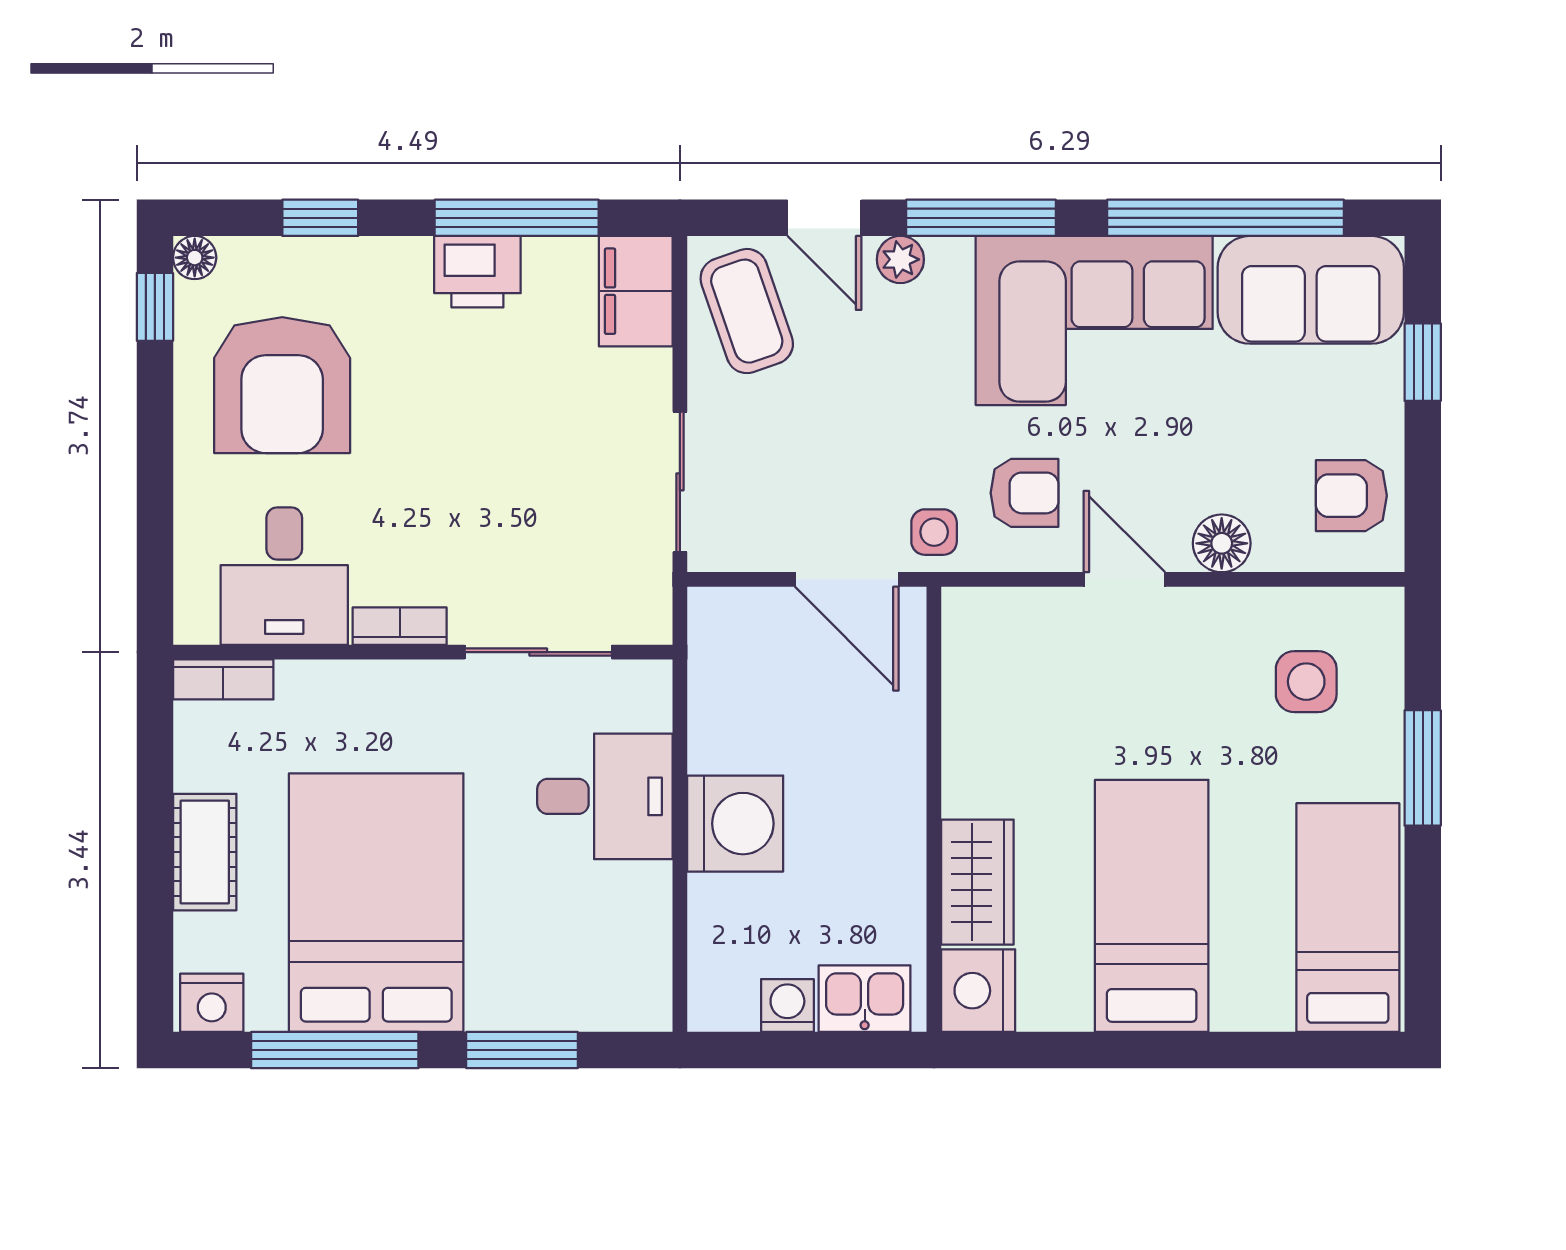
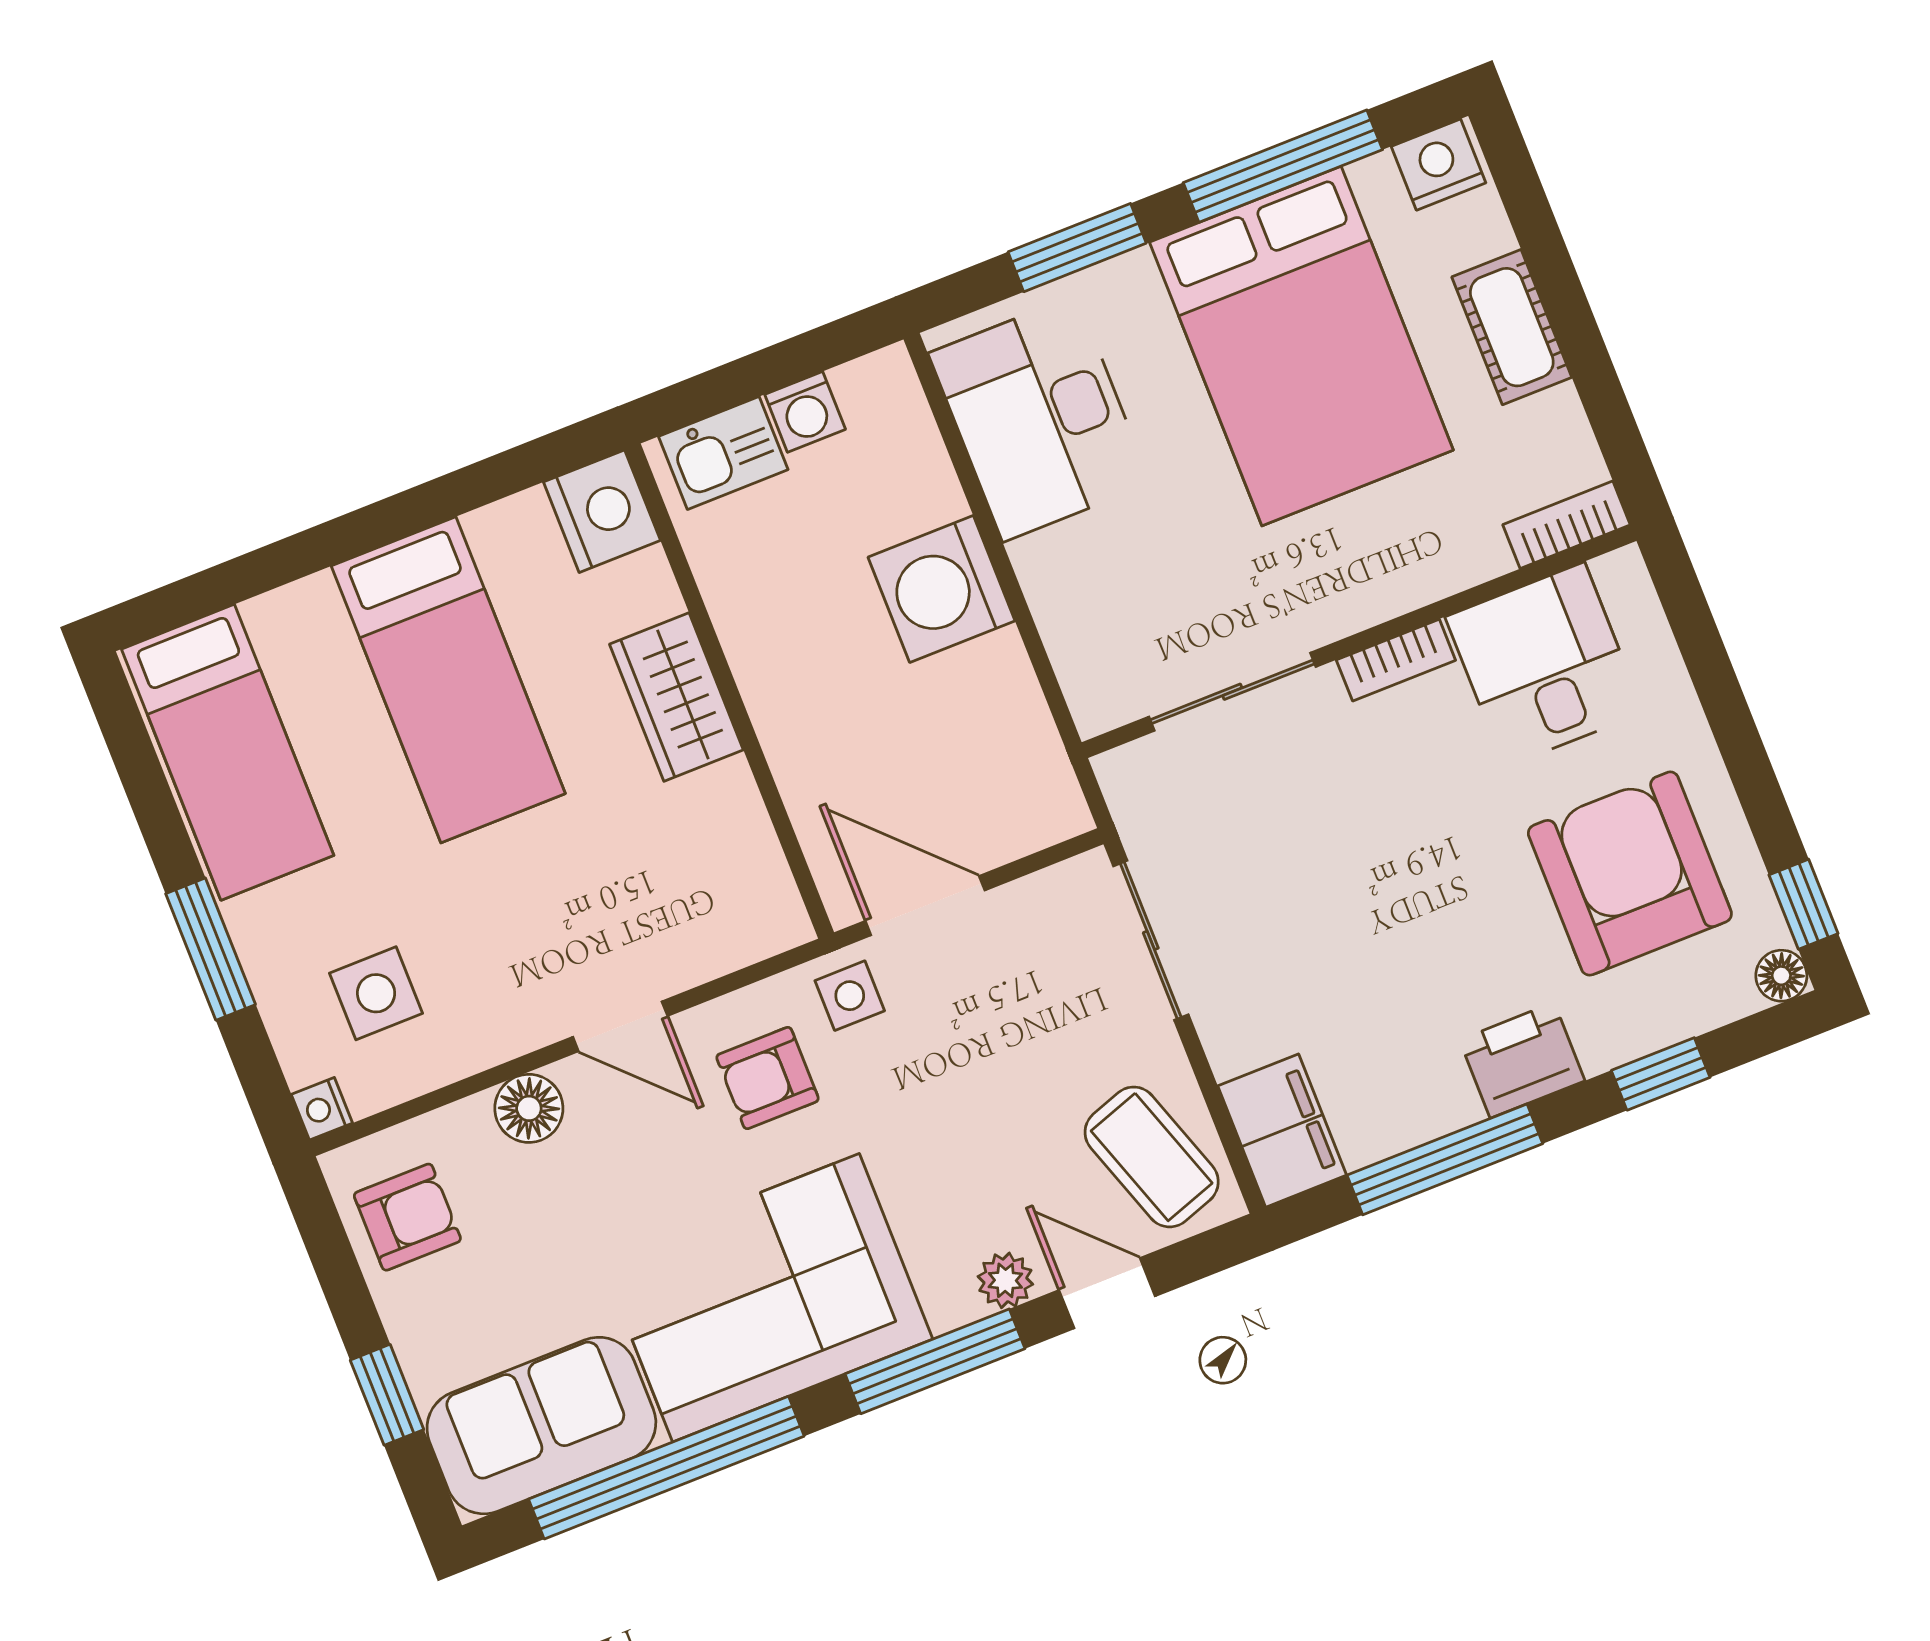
printer: (477, 272) -> (1522, 1060), moved
nightstand: (1385, 608) -> (322, 1109), added
desk: (605, 796) -> (1039, 418), moved, width x1.37
wardrobe: (977, 882) -> (676, 697), moved

